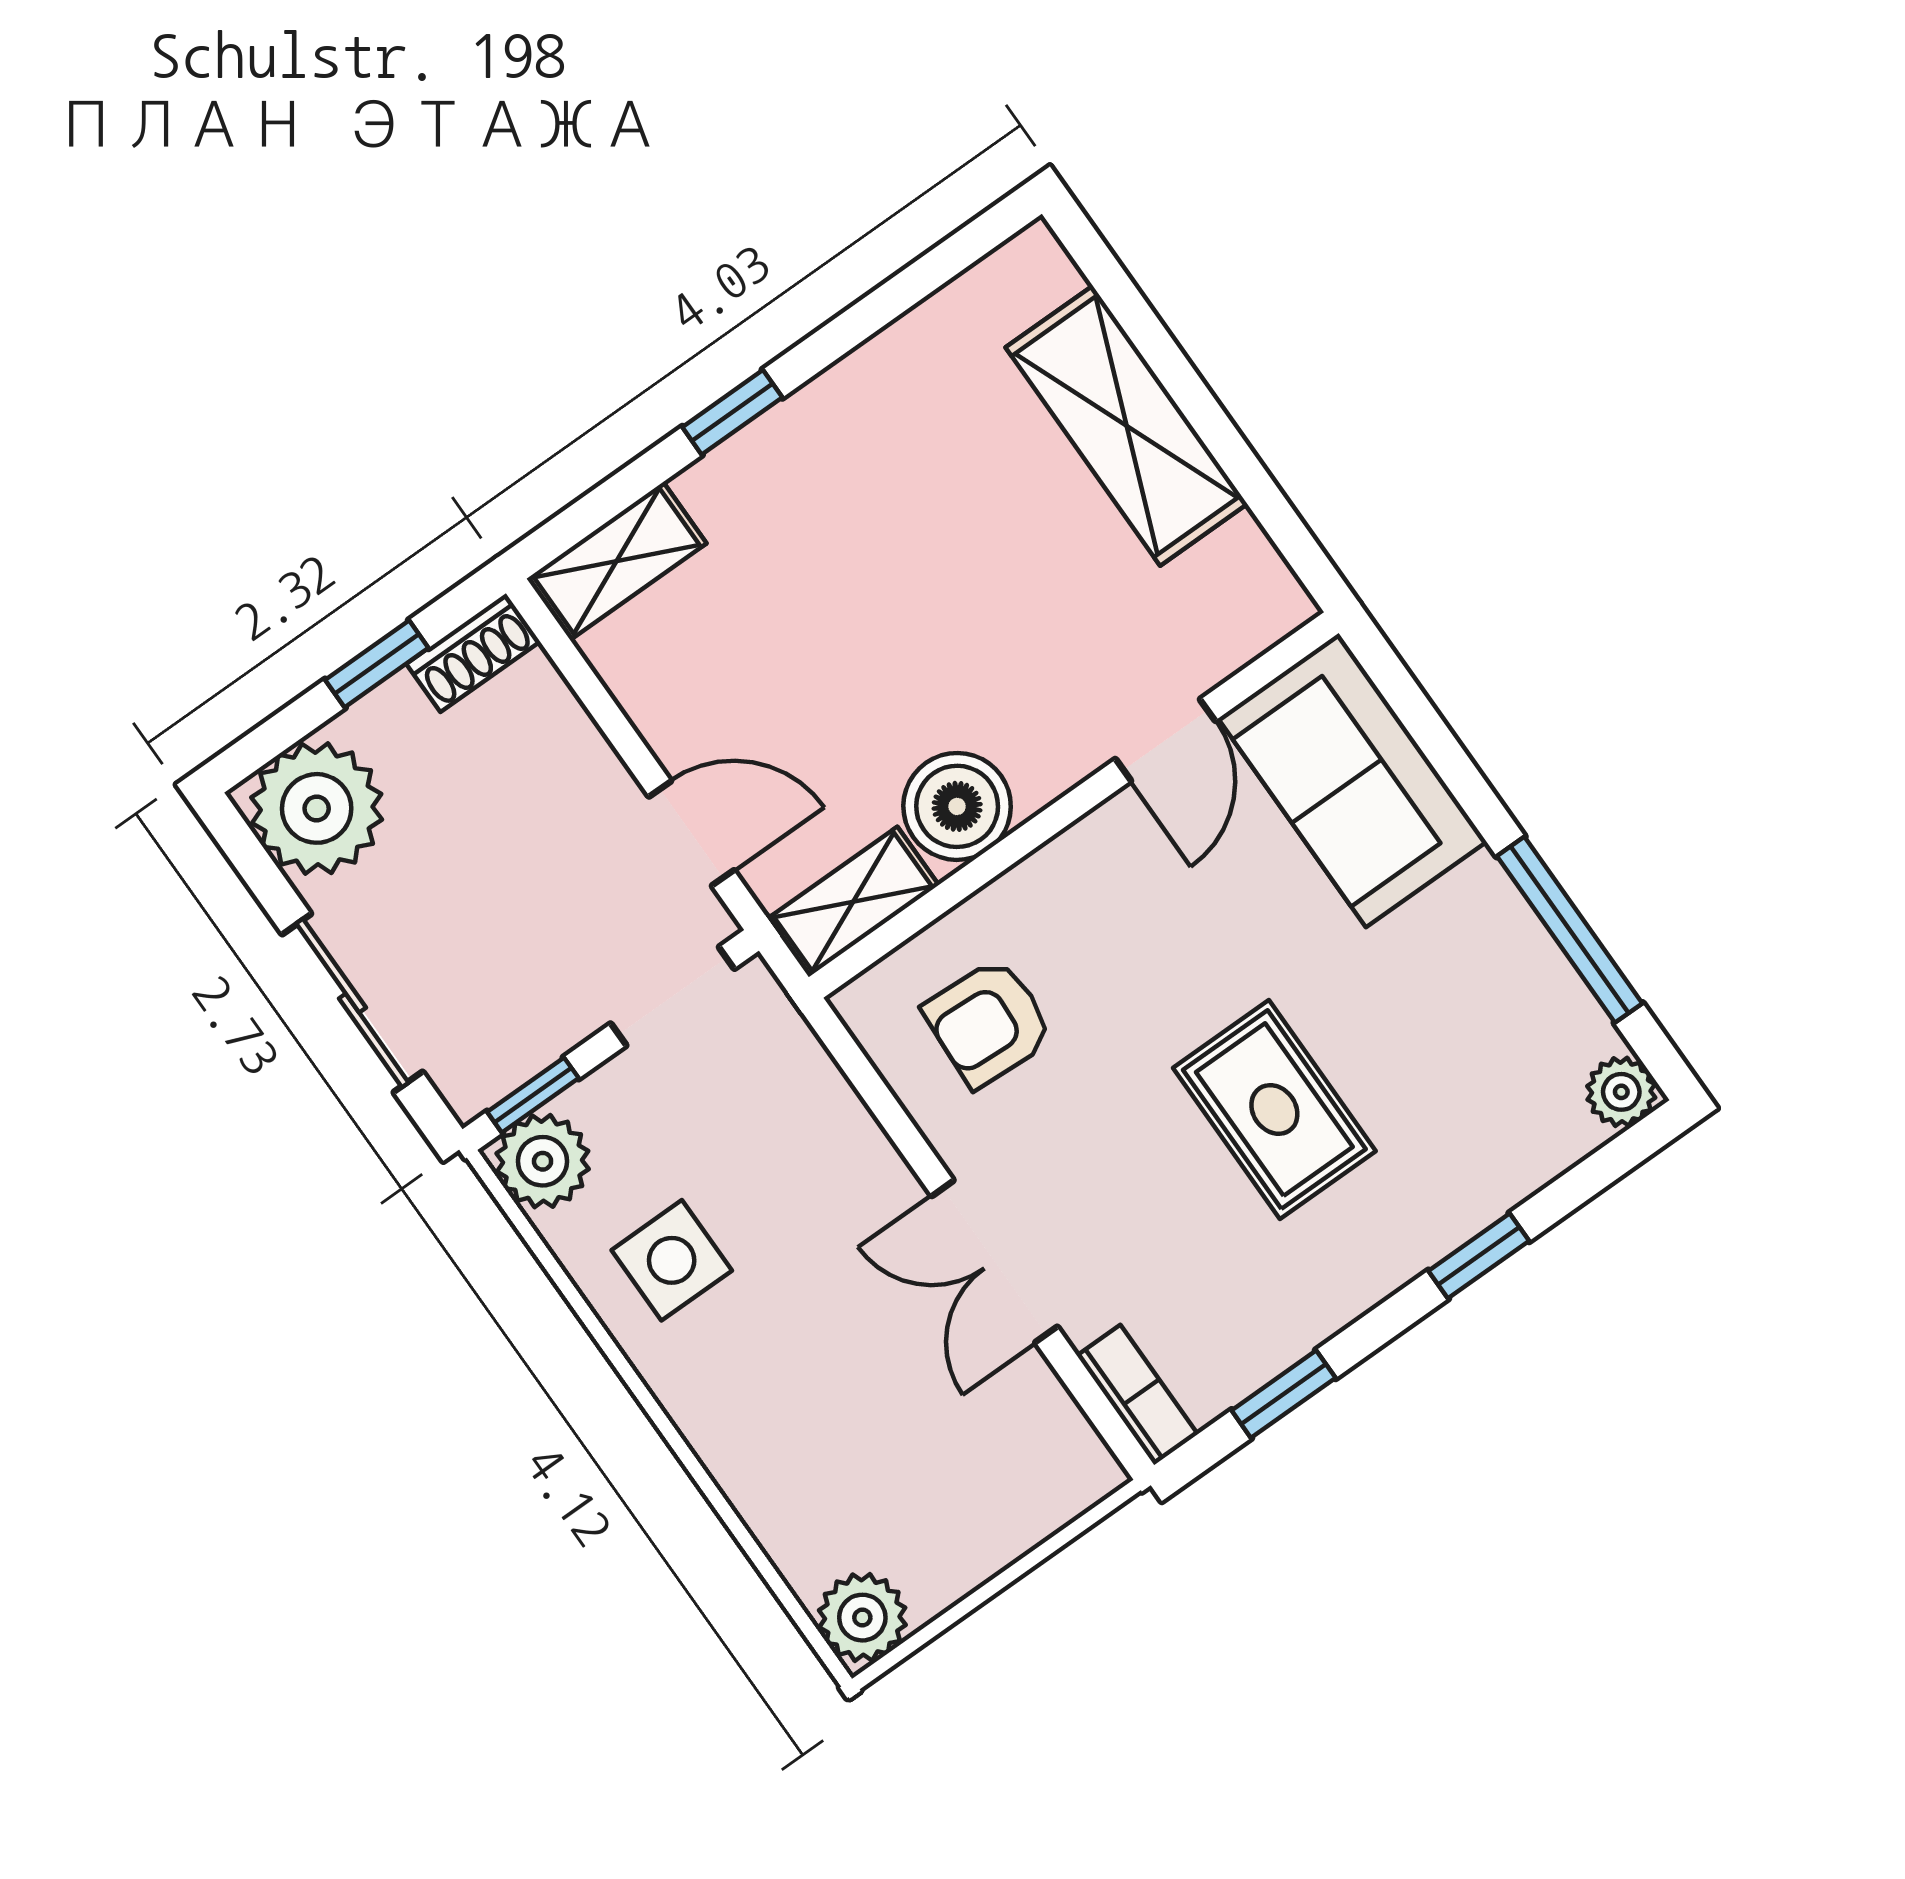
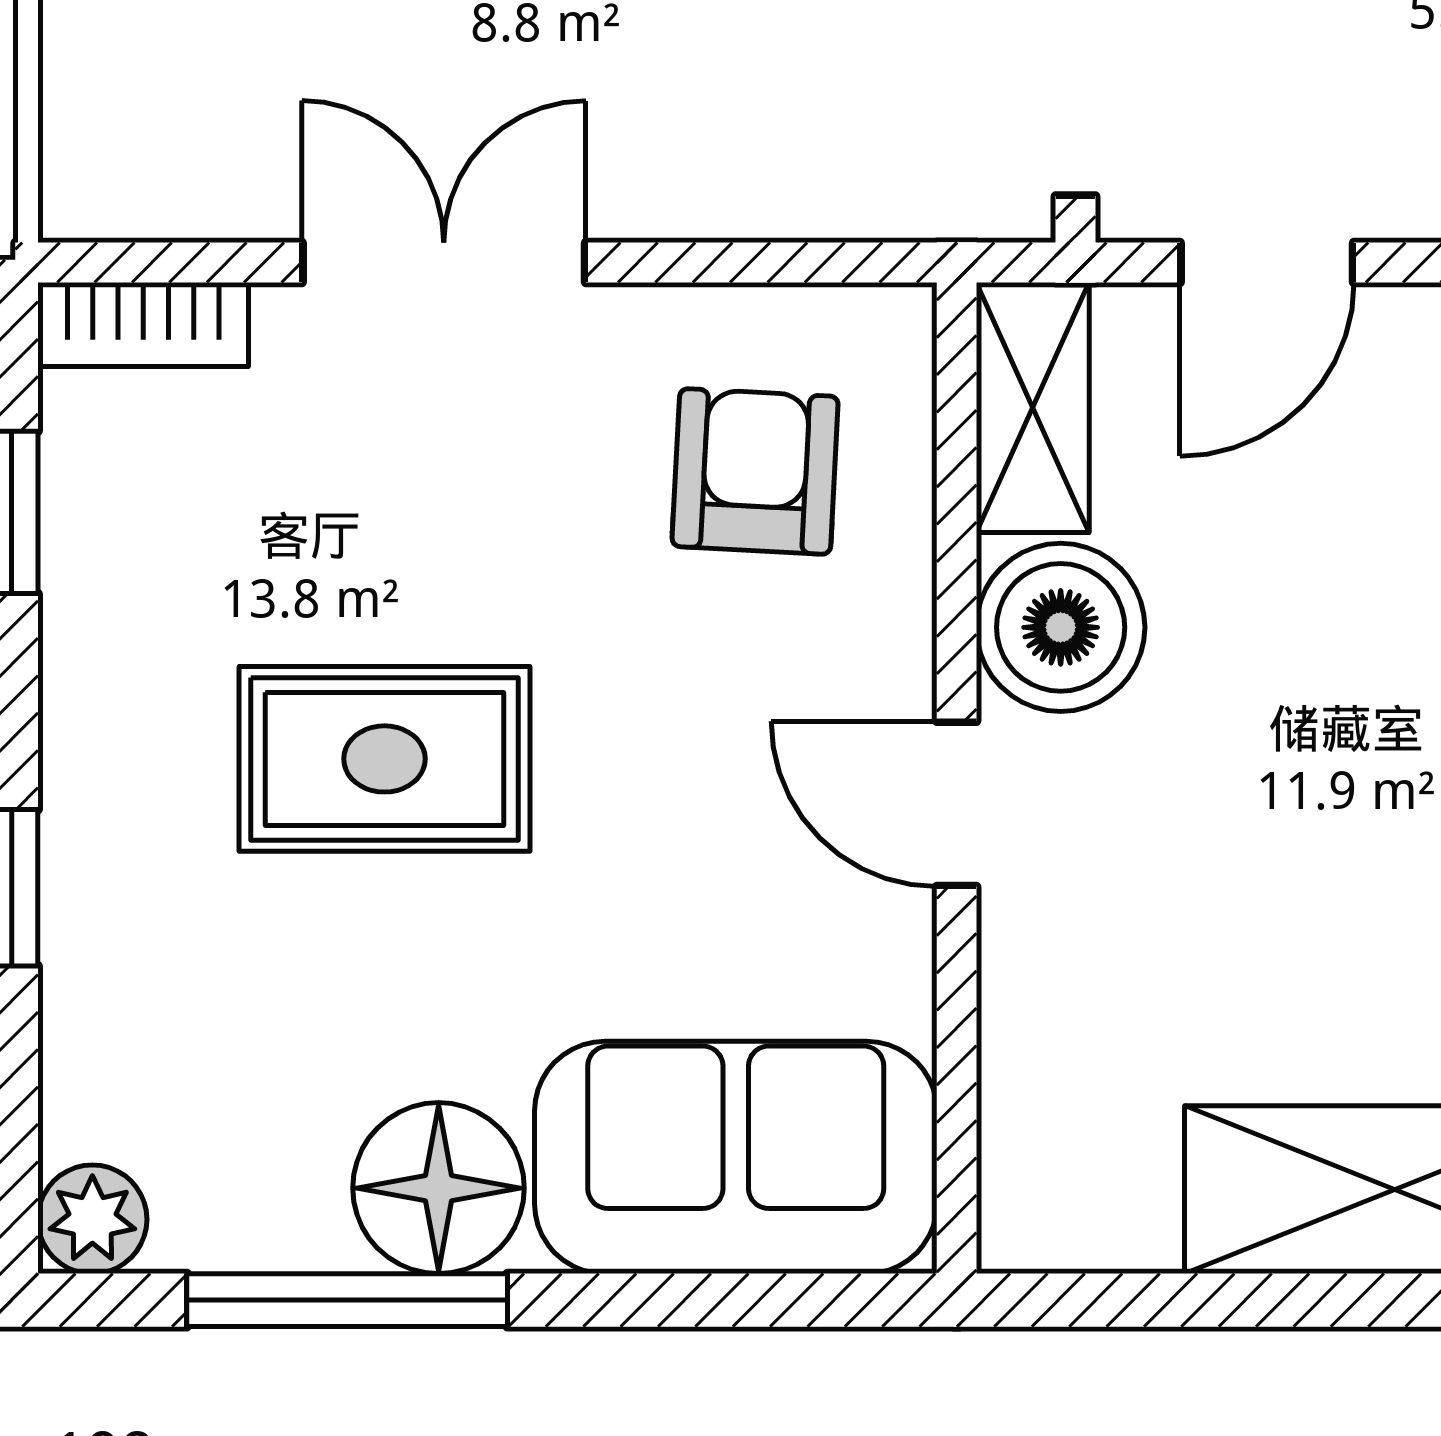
door: (1165, 740) -> (957, 804), moved
floor lamp: (1478, 923) -> (439, 1188), added

